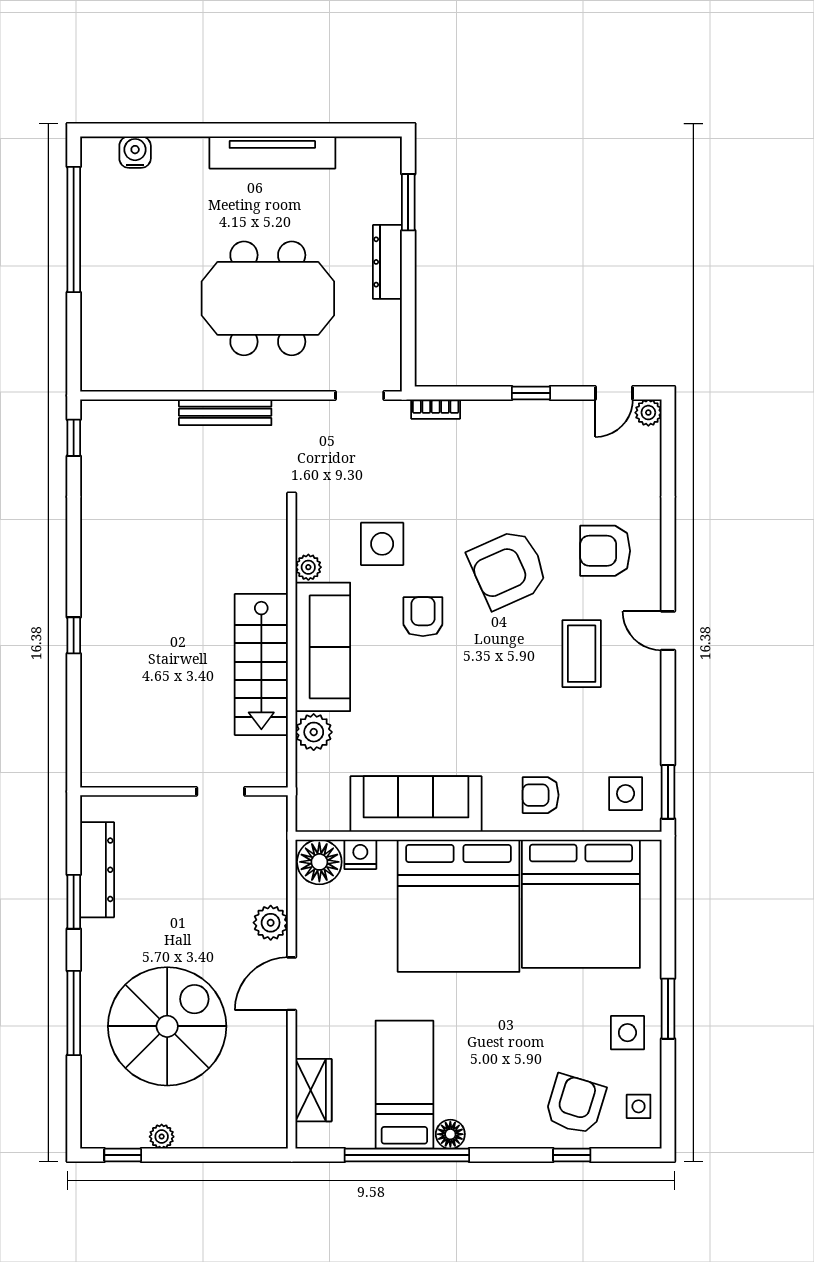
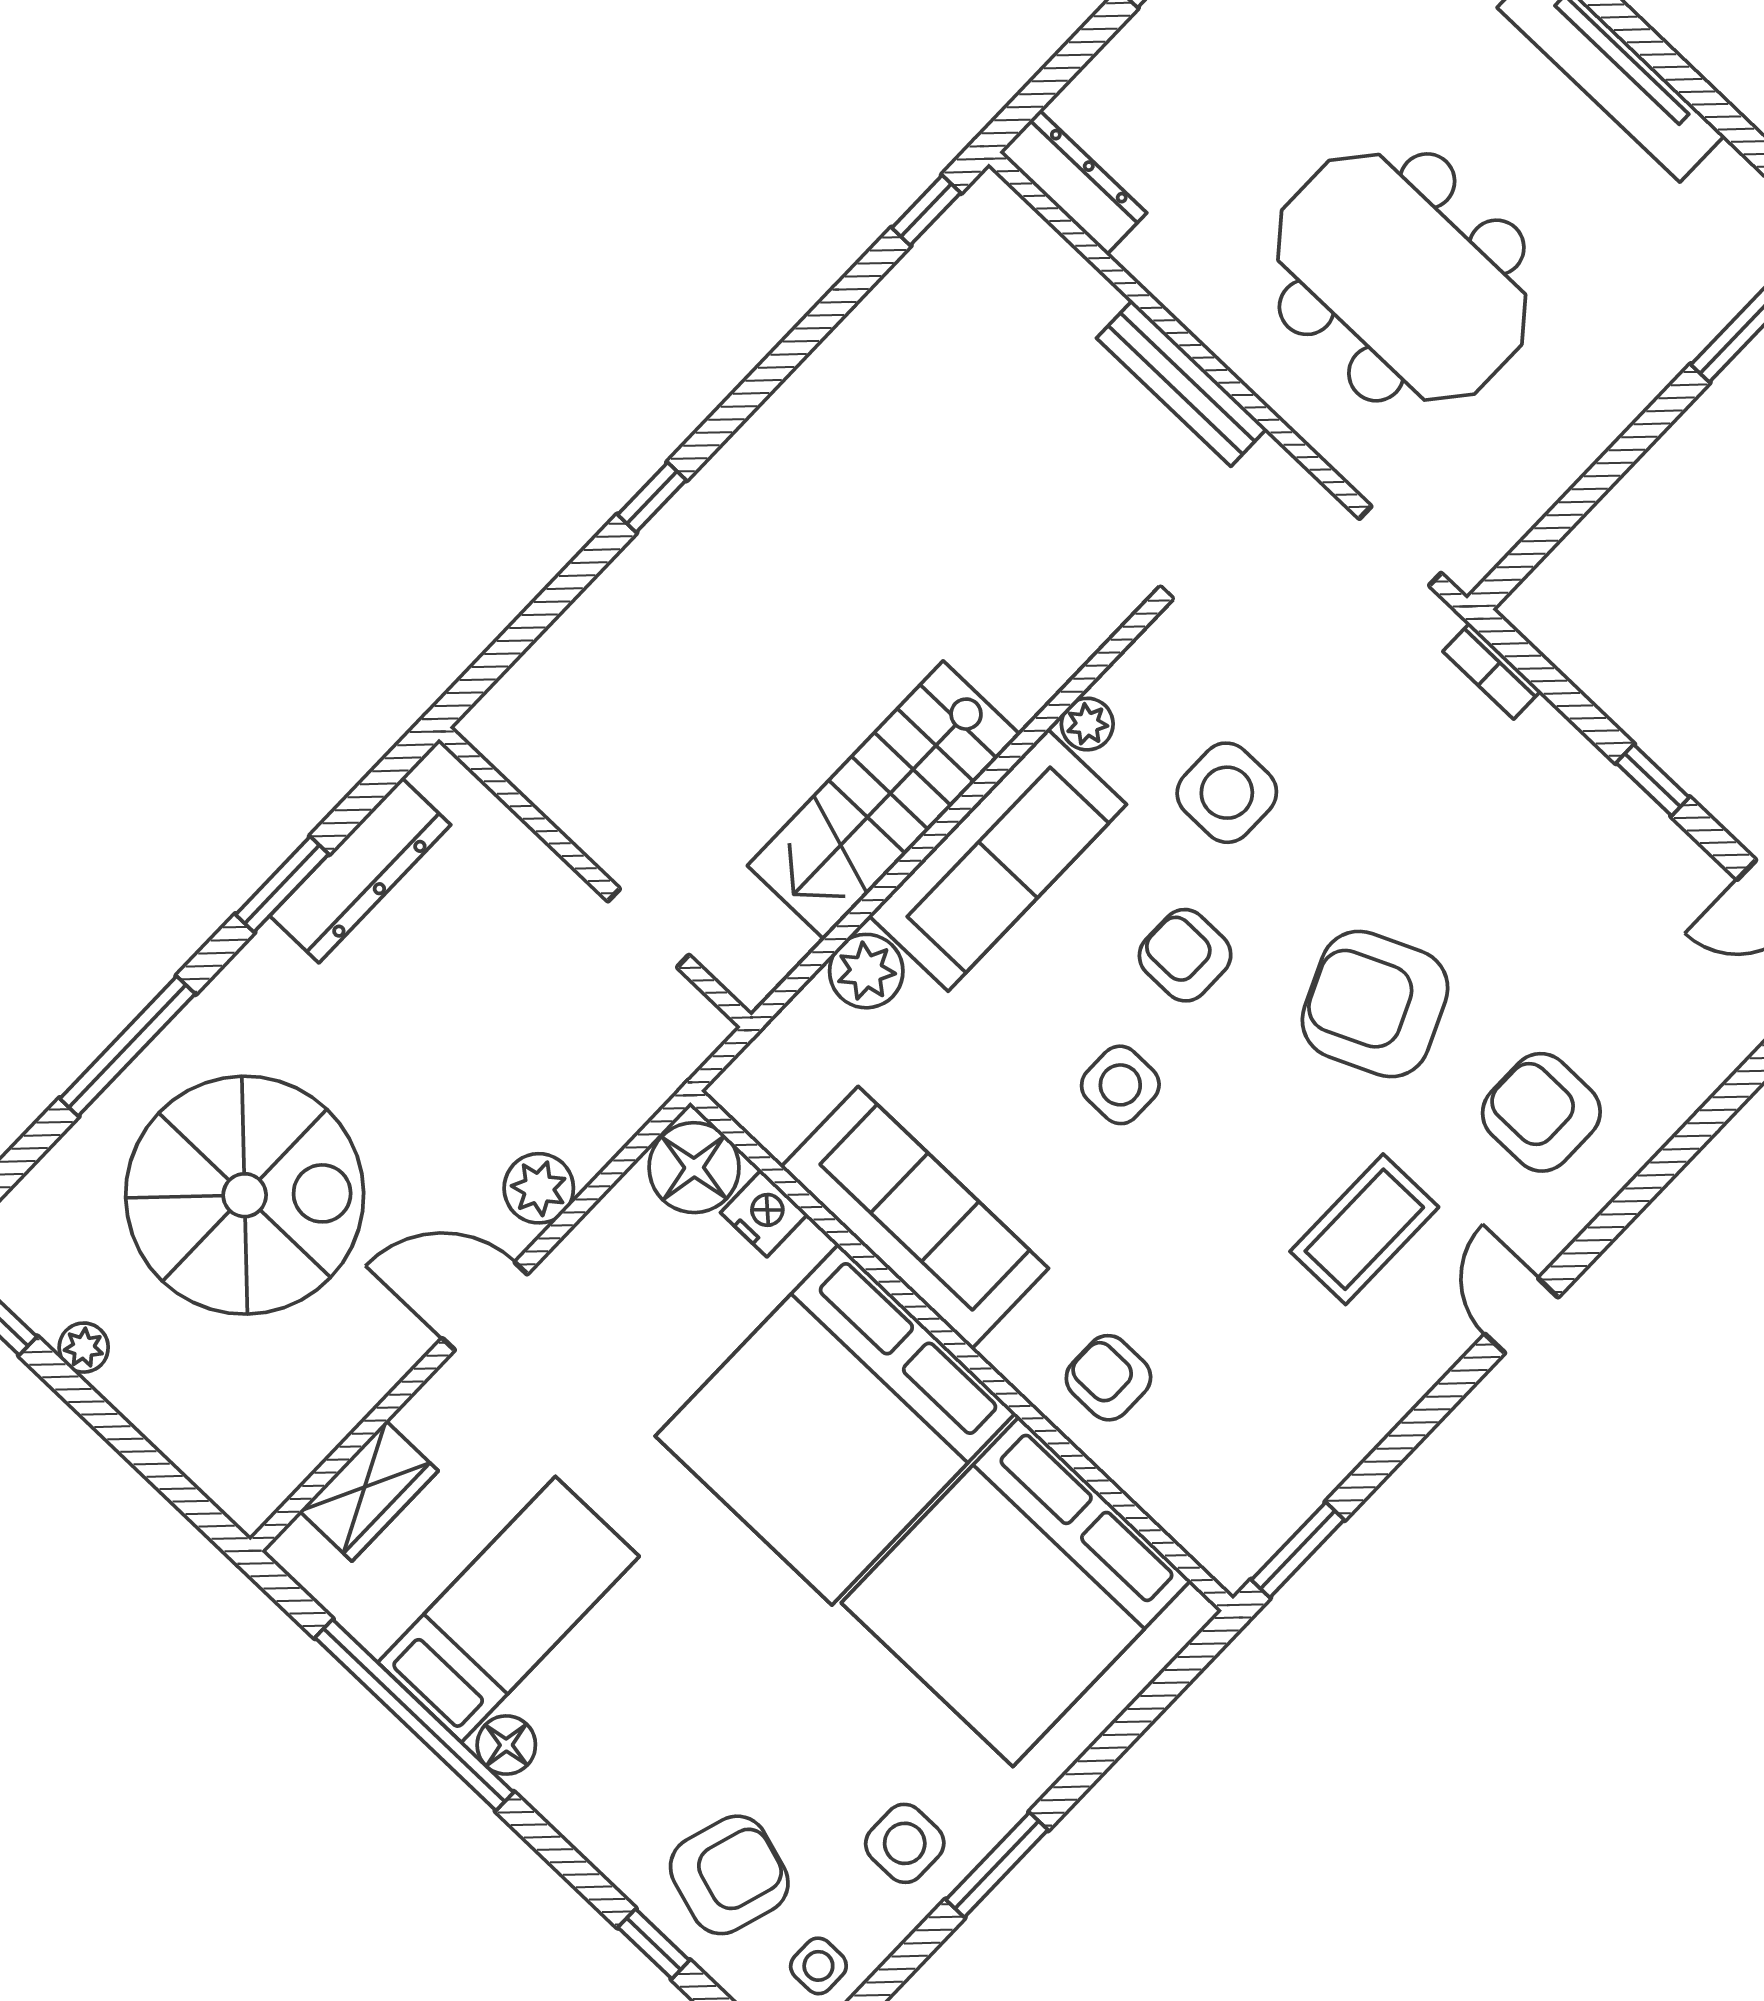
dresser: (387, 262) -> (1073, 183), moved, turned 90
armchair: (423, 617) -> (1185, 955), turned -90
side table: (626, 794) -> (1120, 1085), moved

